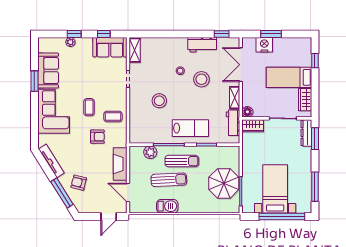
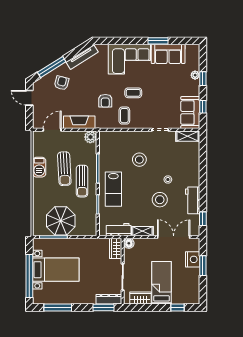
plant: (150, 152) -> (90, 137), moved
door: (109, 216) -> (29, 98), moved

